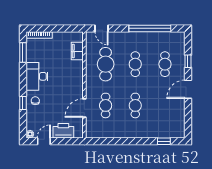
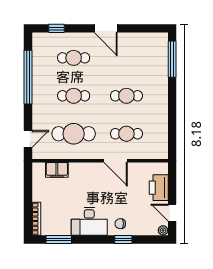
window: (188, 61) -> (56, 28), moved
door: (84, 108) -> (116, 161), moved
window: (164, 141) -> (172, 59), width x2.17

